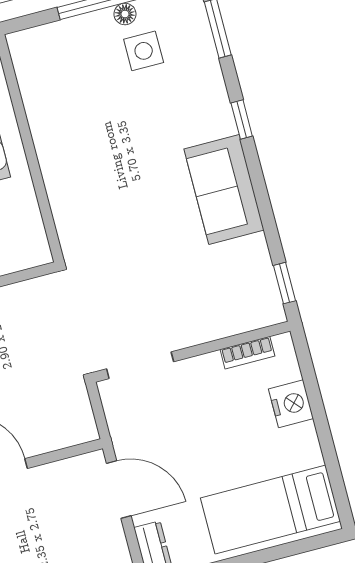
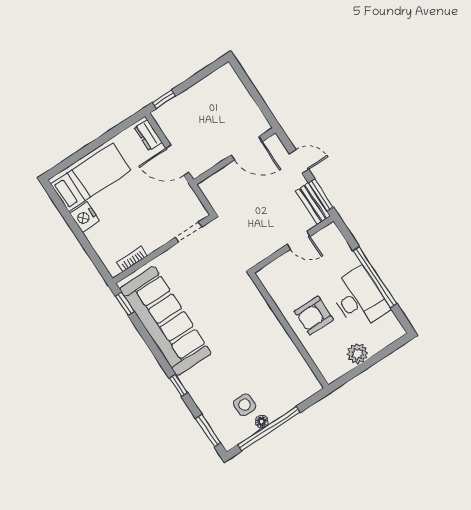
sofa: (224, 190) -> (165, 321), width x1.85, depth x1.27
doorway: (140, 365) -> (189, 232), width x0.73
nightstand: (291, 404) -> (85, 217), moved

